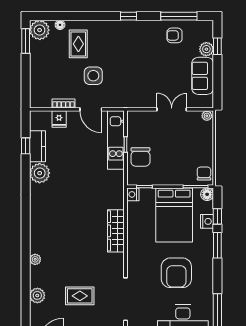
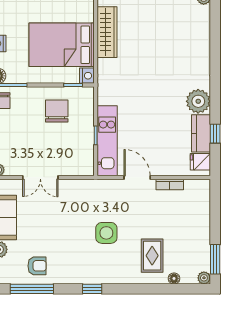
plant: (40, 30) -> (204, 278), width x0.53, depth x0.53
side table: (93, 76) -> (106, 233), moved
fridge: (59, 119) -> (200, 162), moved, turned -90
chair: (140, 157) -> (57, 111), moved
bed: (174, 215) -> (62, 45), moved, turned -90

